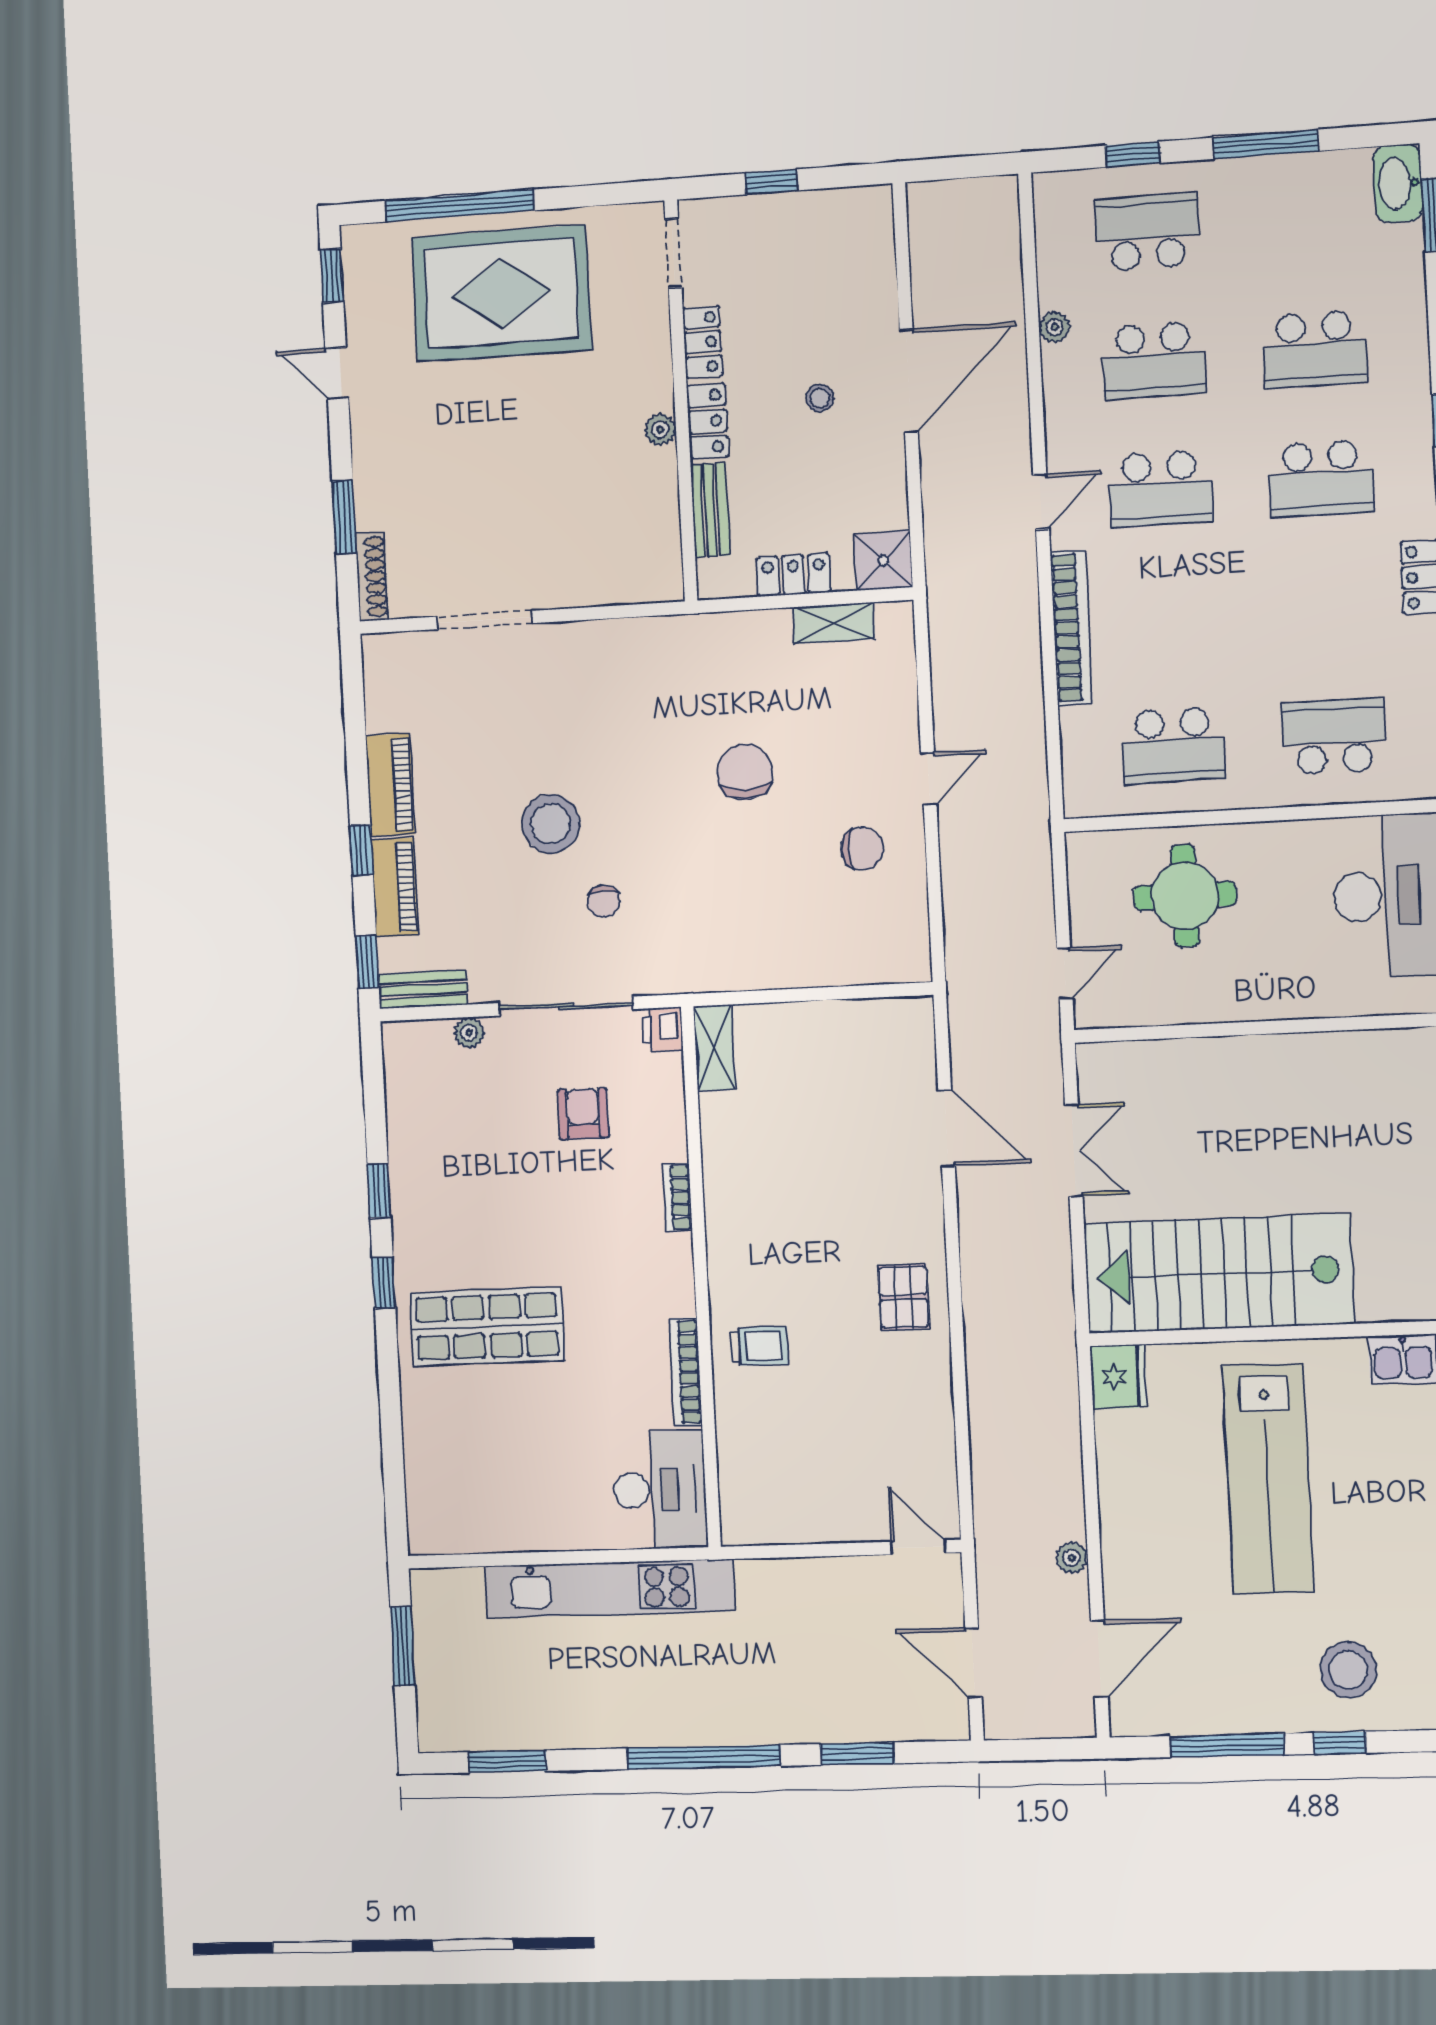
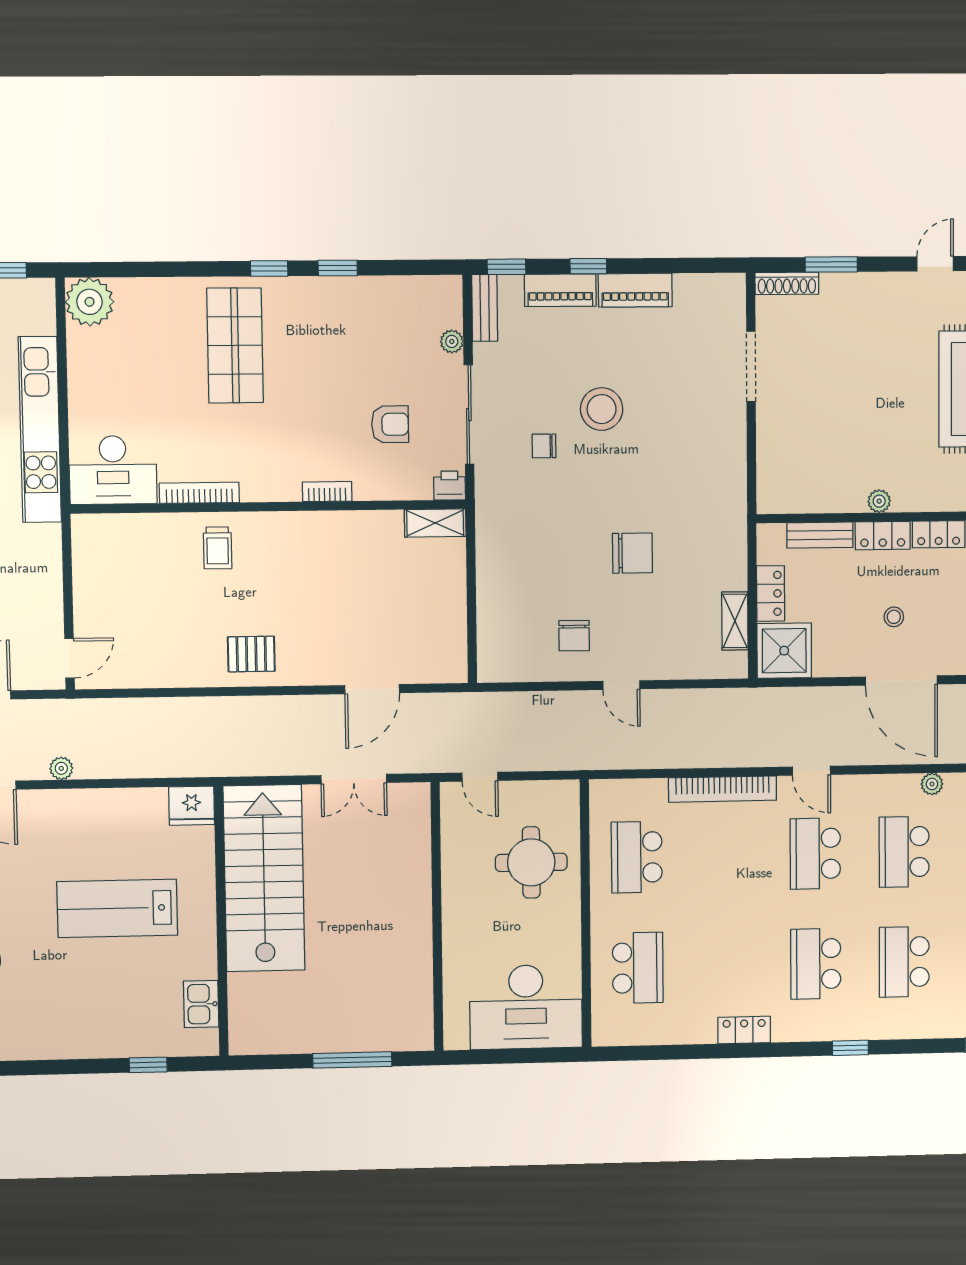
shower: (883, 561) -> (784, 651), width x1.36, depth x1.36
lab bench: (1268, 1479) -> (117, 908), width x0.73
plant: (438, 1523) -> (90, 302), added

